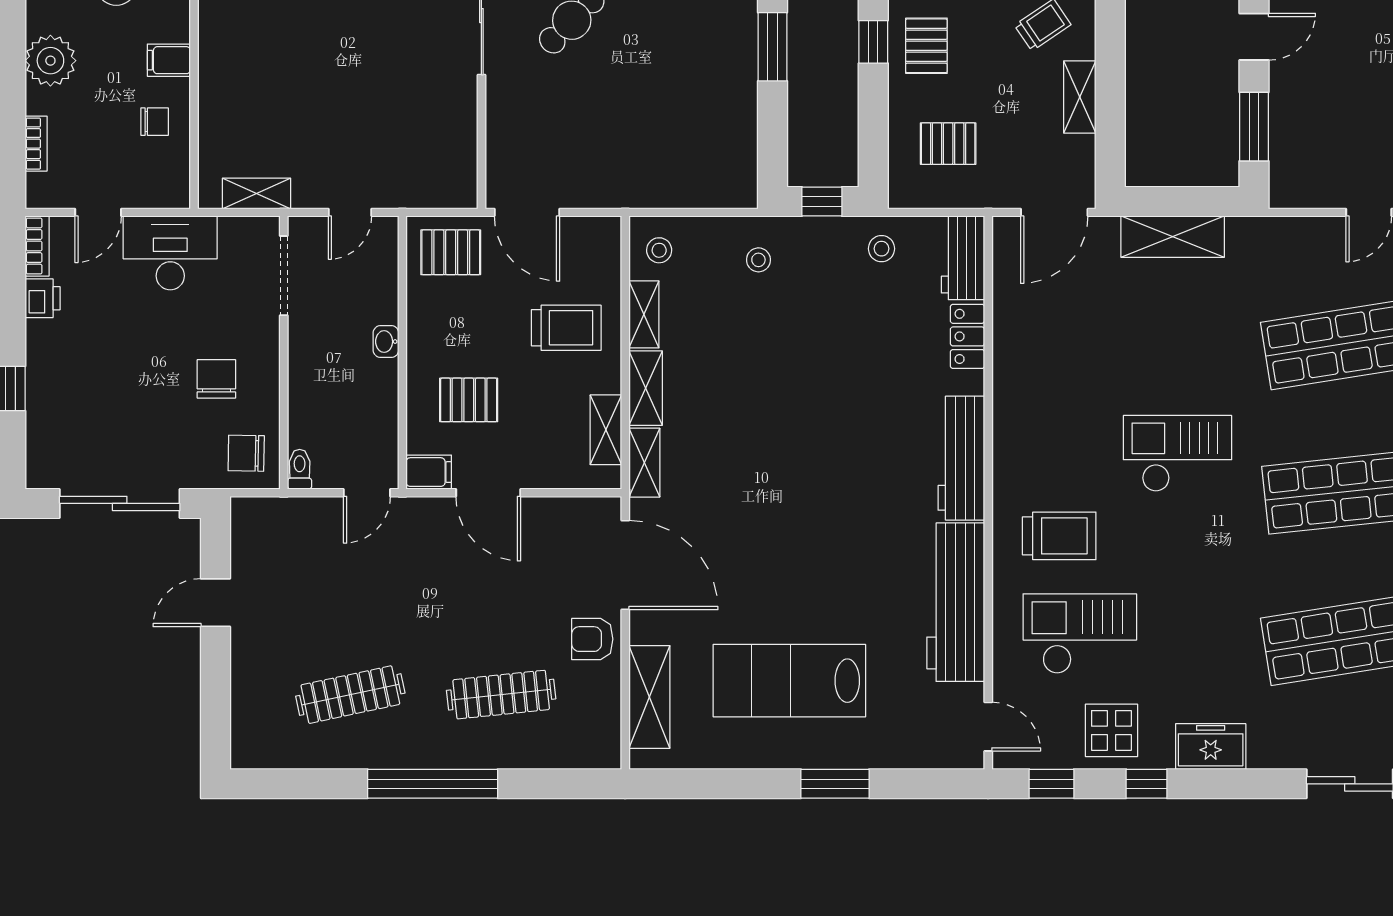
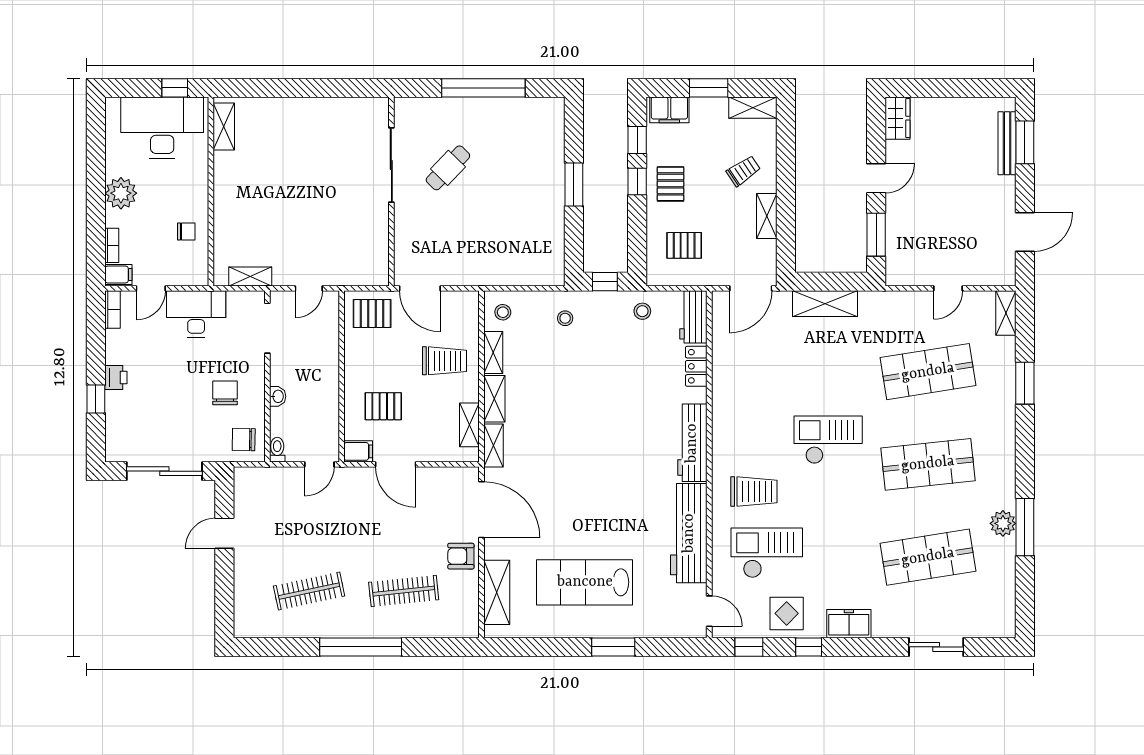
filing cabinet: (169, 60) -> (118, 274), moved, turned 180
printer: (43, 298) -> (116, 377), moved
washbasin: (386, 342) -> (278, 396), moved, turned 180

